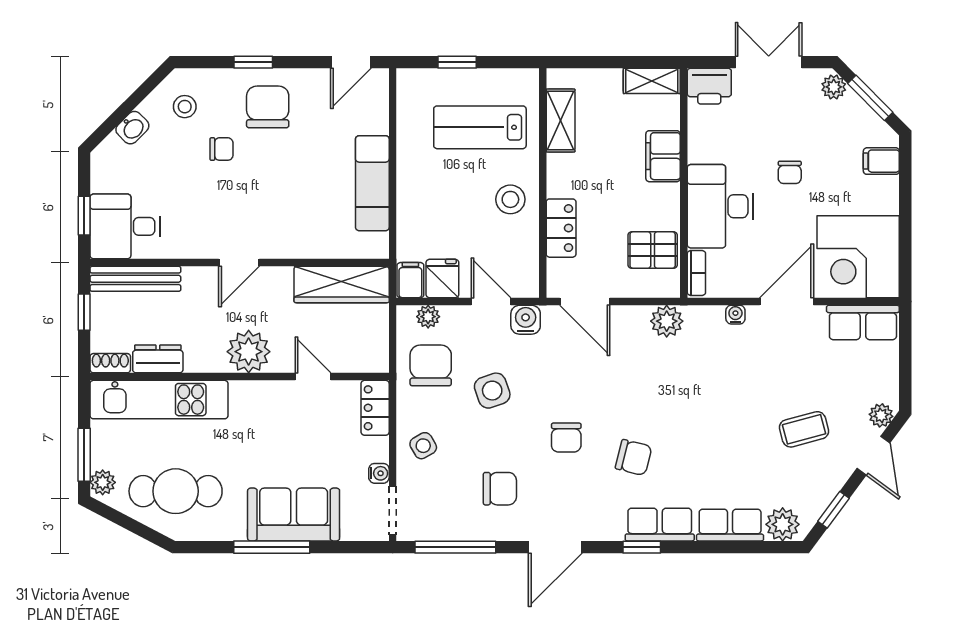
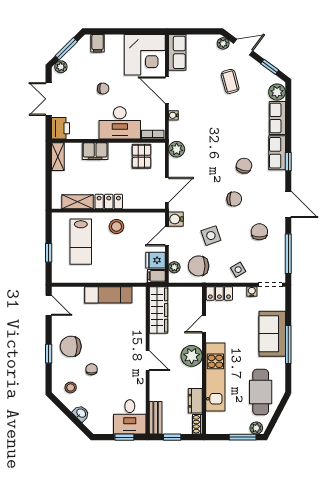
locker: (561, 228) -> (109, 201), moved
bench: (135, 279) -> (156, 418), width x0.73
kitchen unit: (159, 400) -> (215, 377), moved

